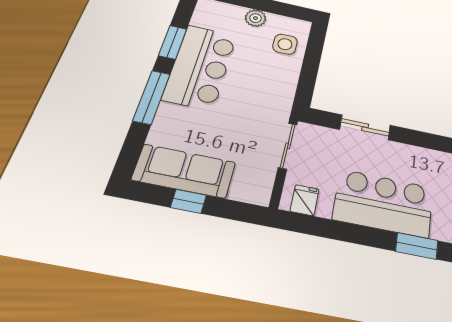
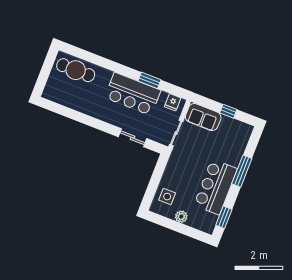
window: (173, 42) -> (224, 217), moved
sofa: (184, 171) -> (203, 117), moved, width x0.73
window: (417, 246) -> (149, 80), moved

